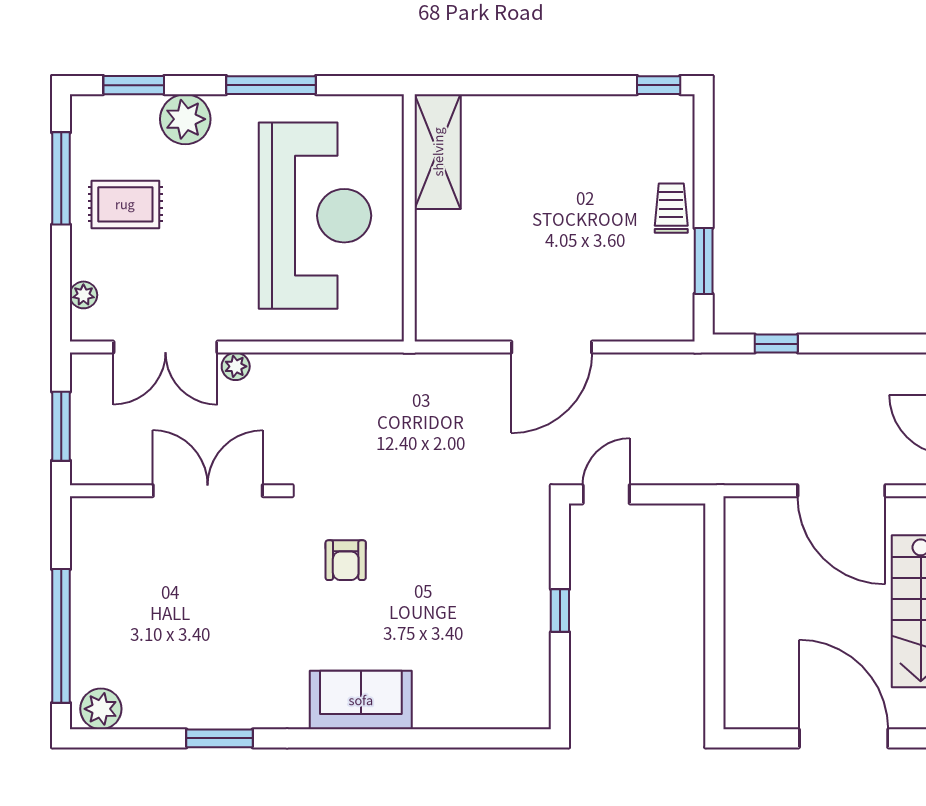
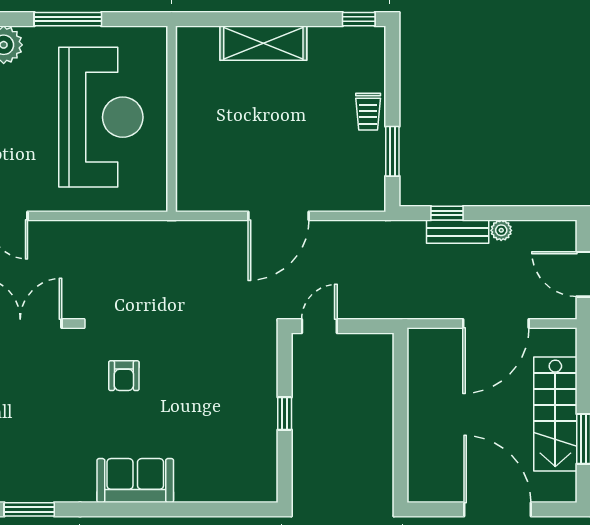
shelving: (438, 152) -> (263, 43), moved, turned 90
trolley: (671, 208) -> (368, 112), turned 180
plant: (236, 366) -> (501, 230), moved
bench: (791, 368) -> (458, 232), added
door: (841, 491) -> (496, 324), hinge flipped

